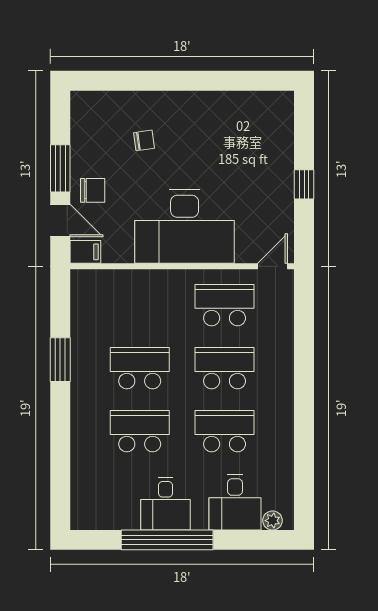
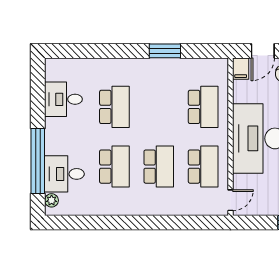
door: (272, 266) -> (230, 200), hinge flipped
school desk: (140, 368) -> (203, 107), moved
desk: (165, 504) -> (63, 99), moved
window: (167, 540) -> (38, 161), moved

